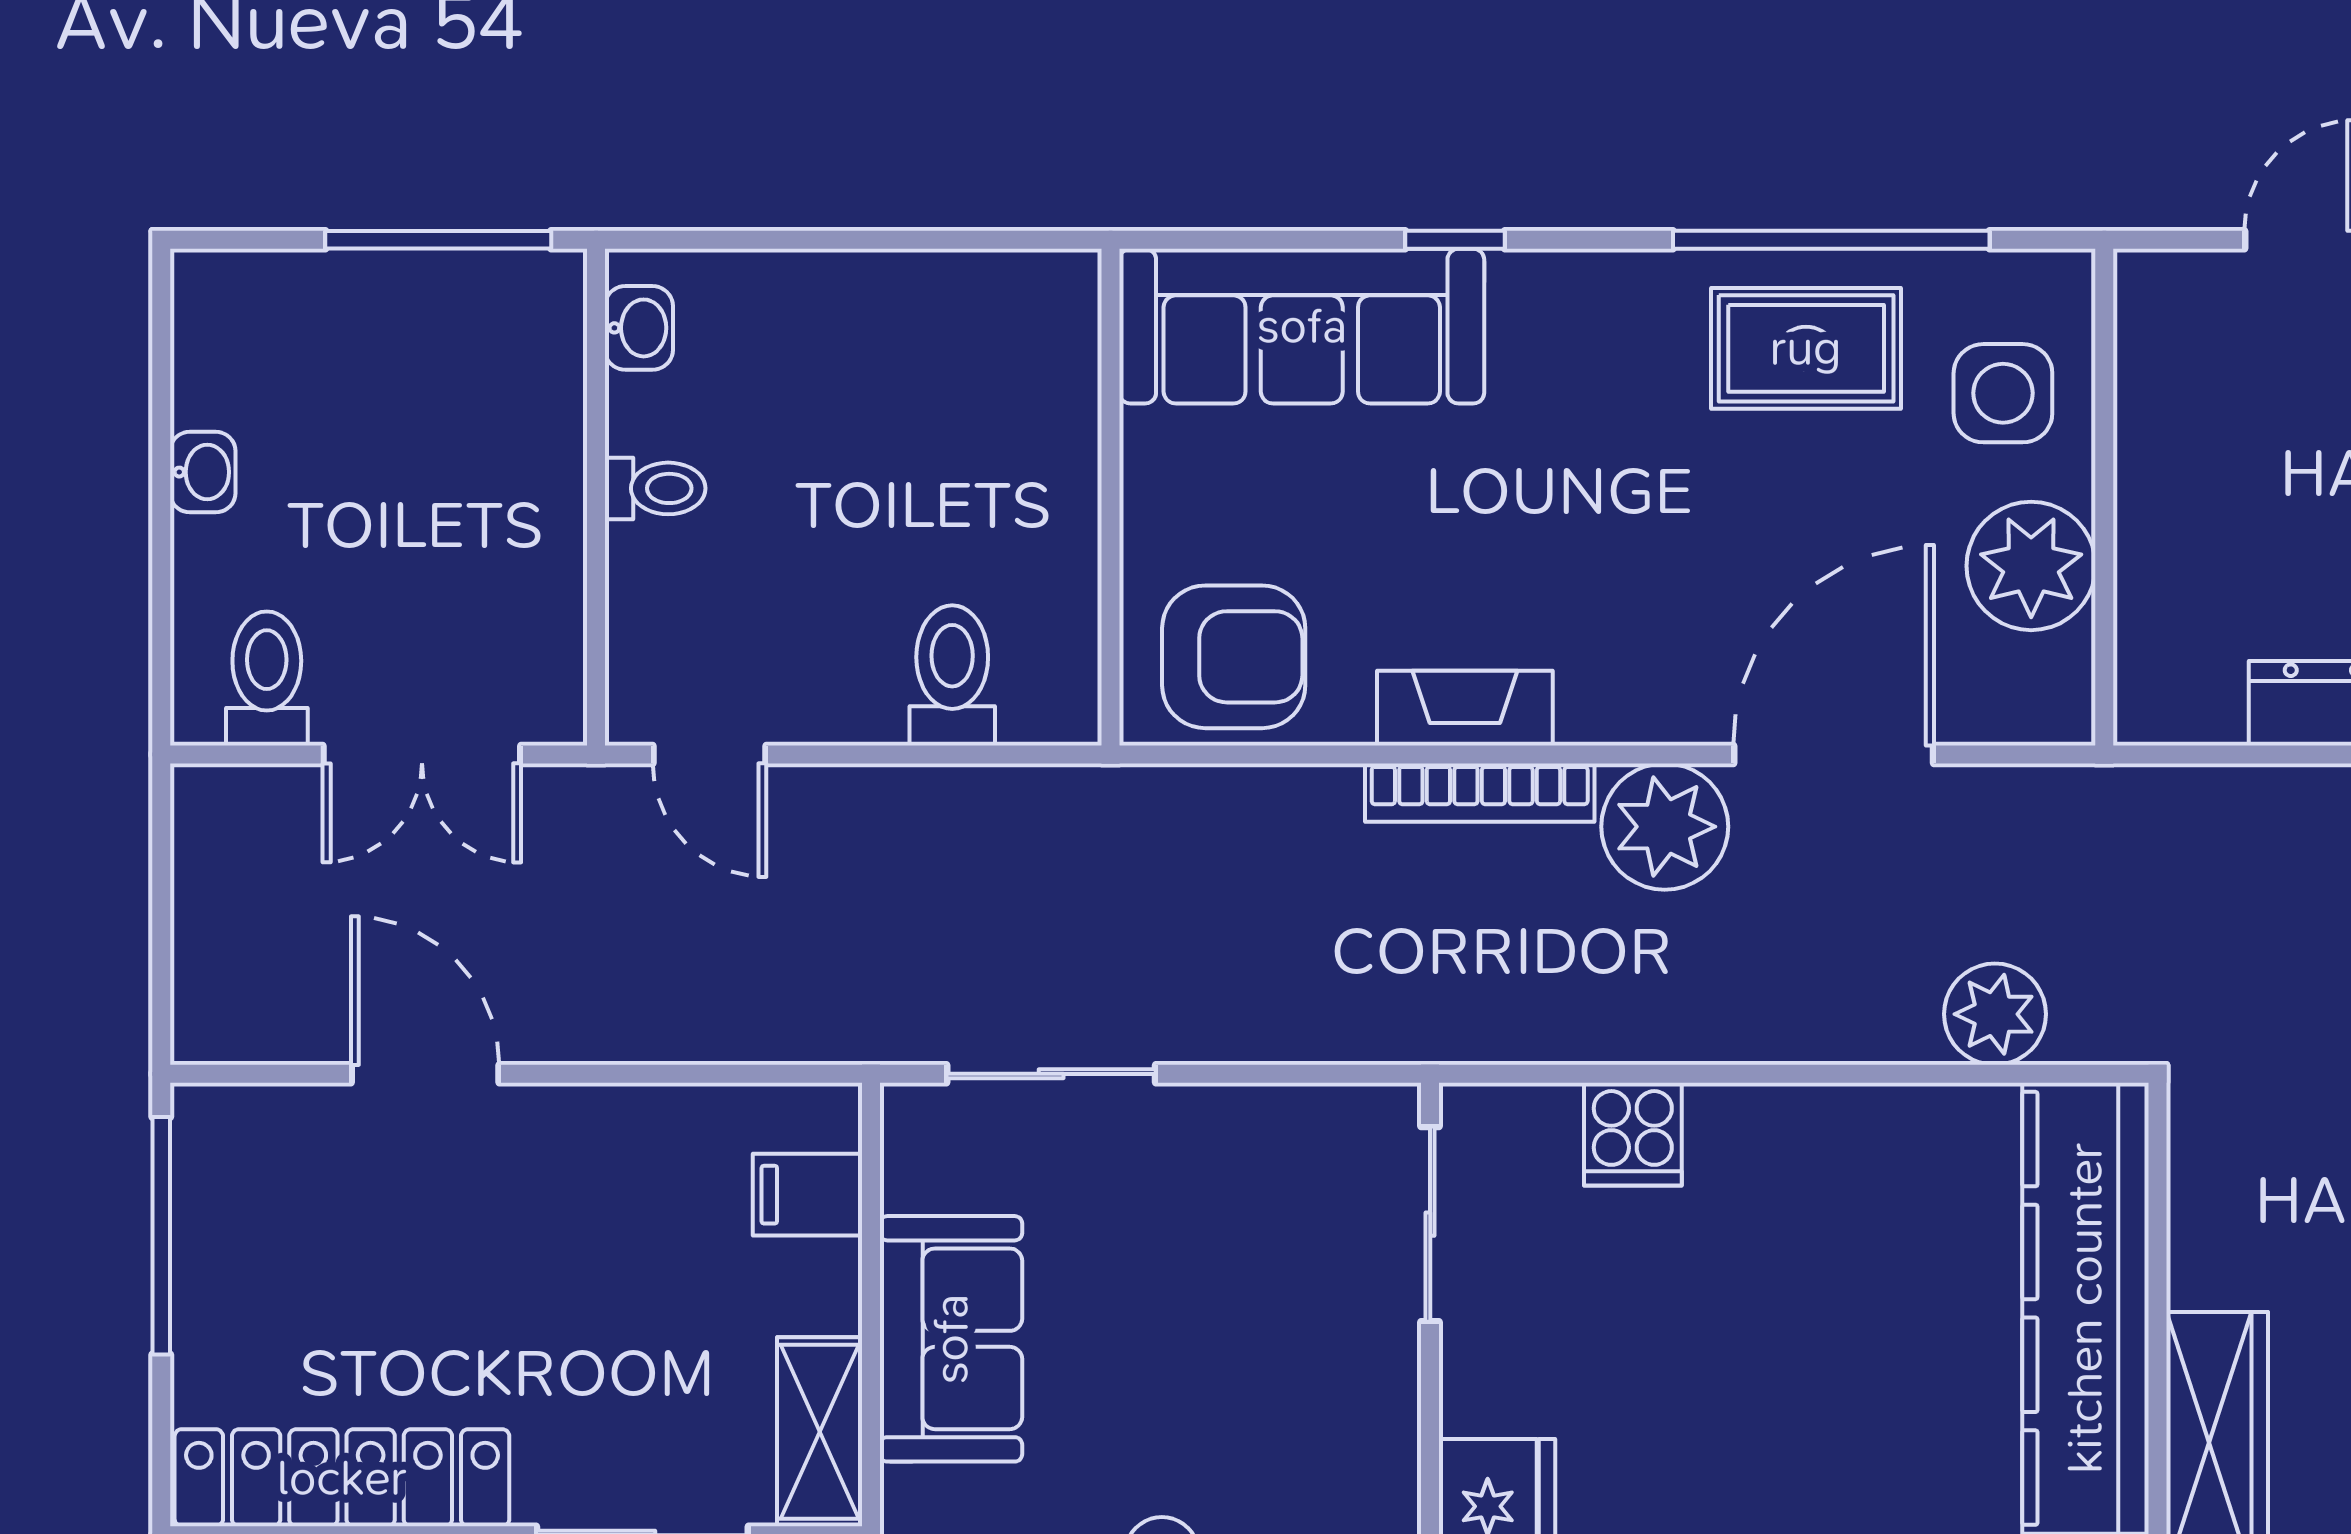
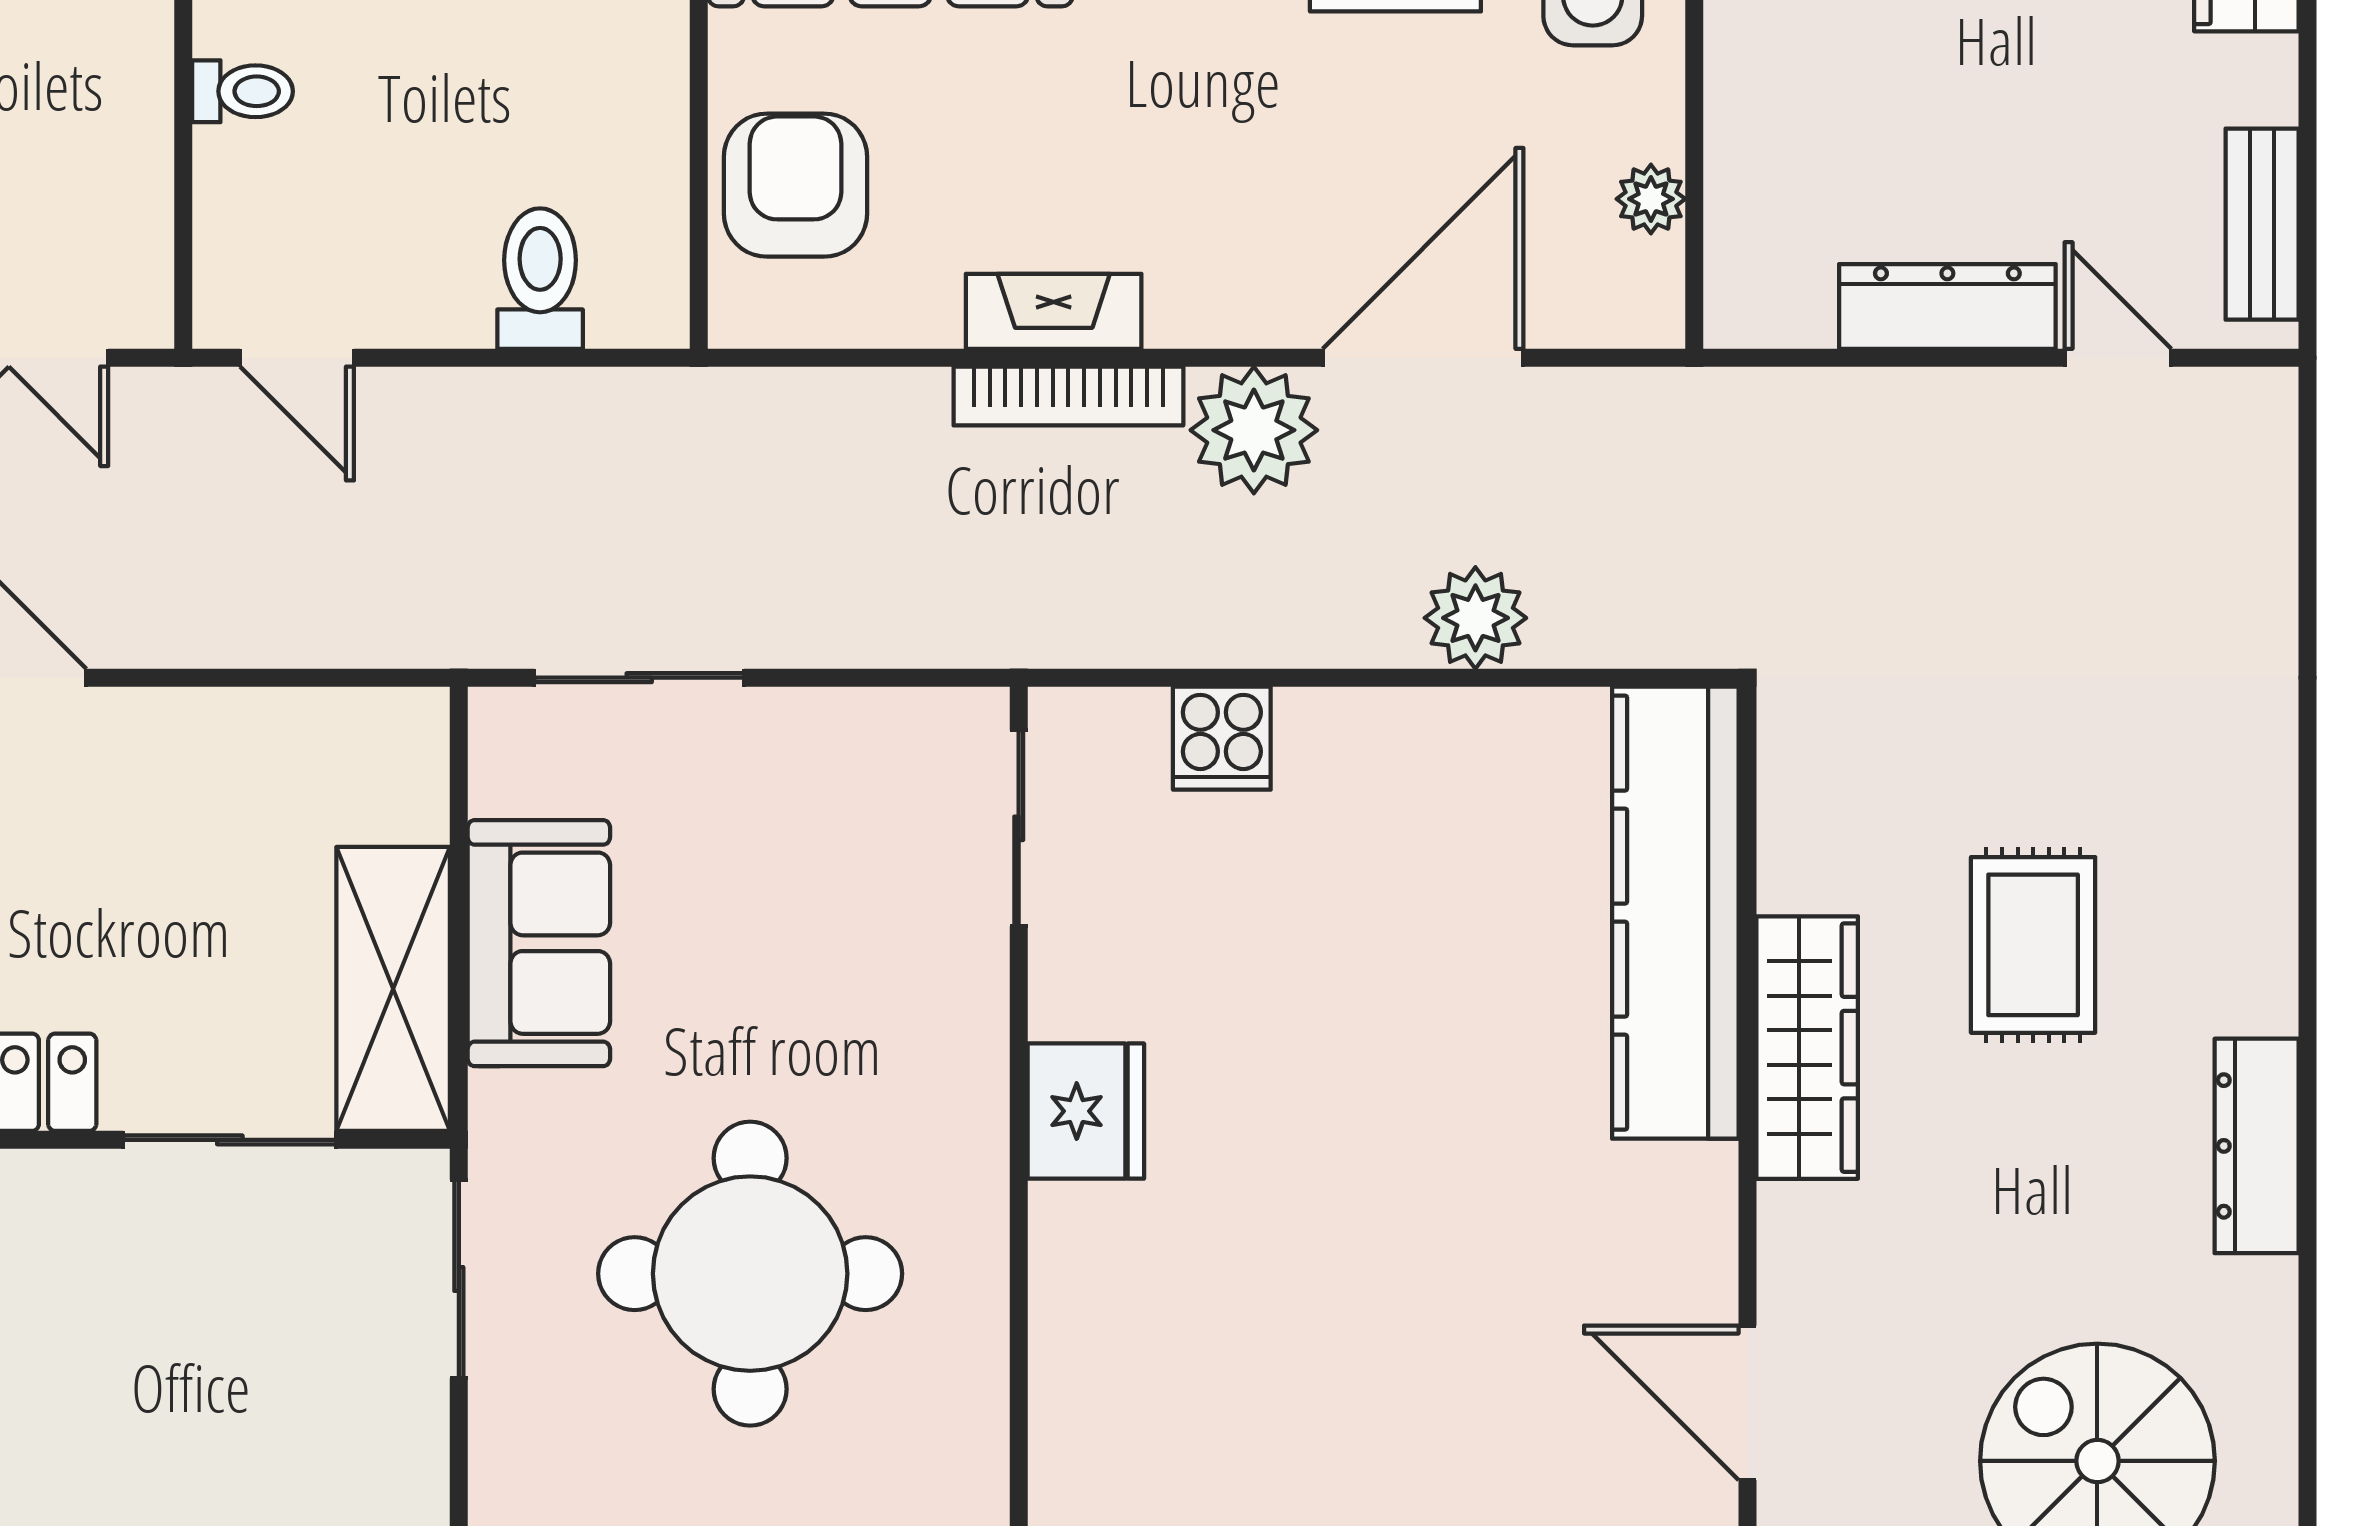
plant: (2031, 566) -> (1651, 199), width x0.53, depth x0.53
armchair: (1234, 657) -> (796, 185), moved, turned -90
plant: (1995, 1014) -> (1475, 618), moved
filing cabinet: (808, 1195) -> (395, 799), removed
shelving: (820, 1432) -> (393, 989), width x1.50, depth x1.33

